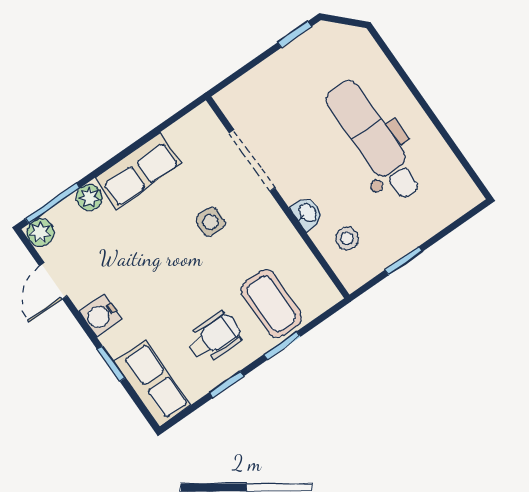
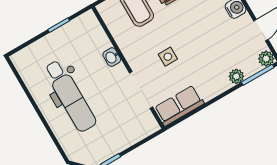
row of seats: (138, 171) -> (179, 106), moved
stool: (347, 238) -> (90, 41), removed

